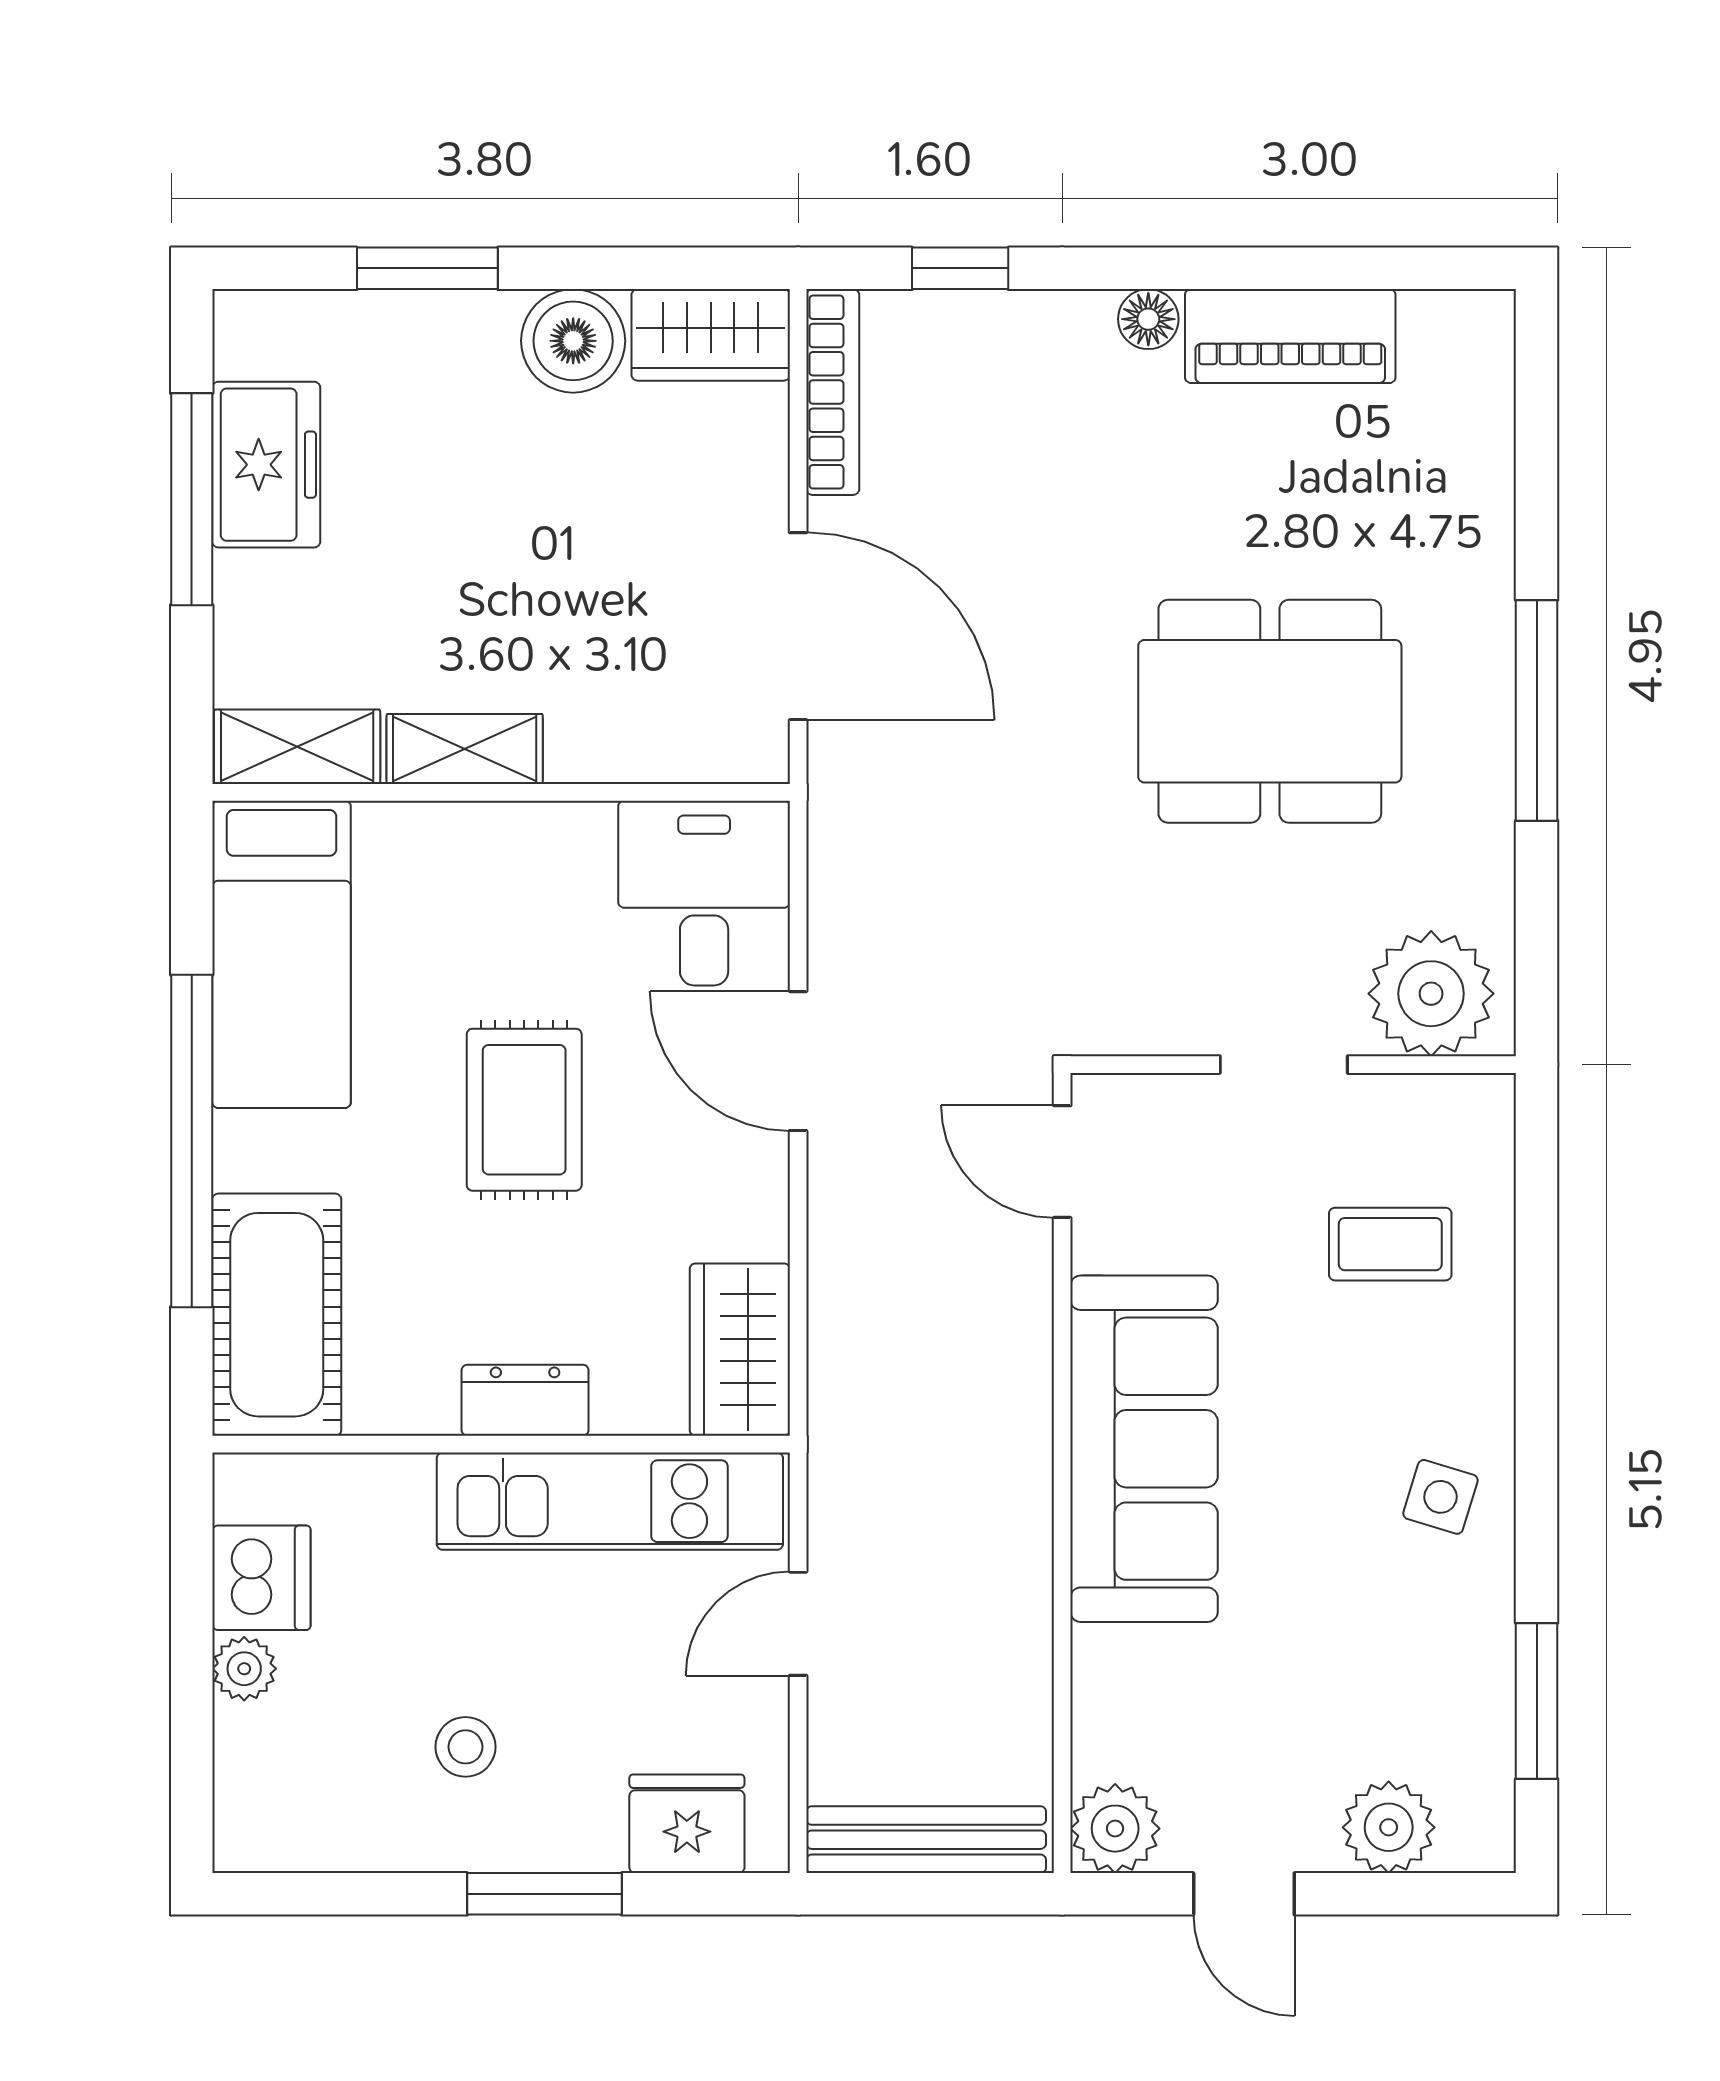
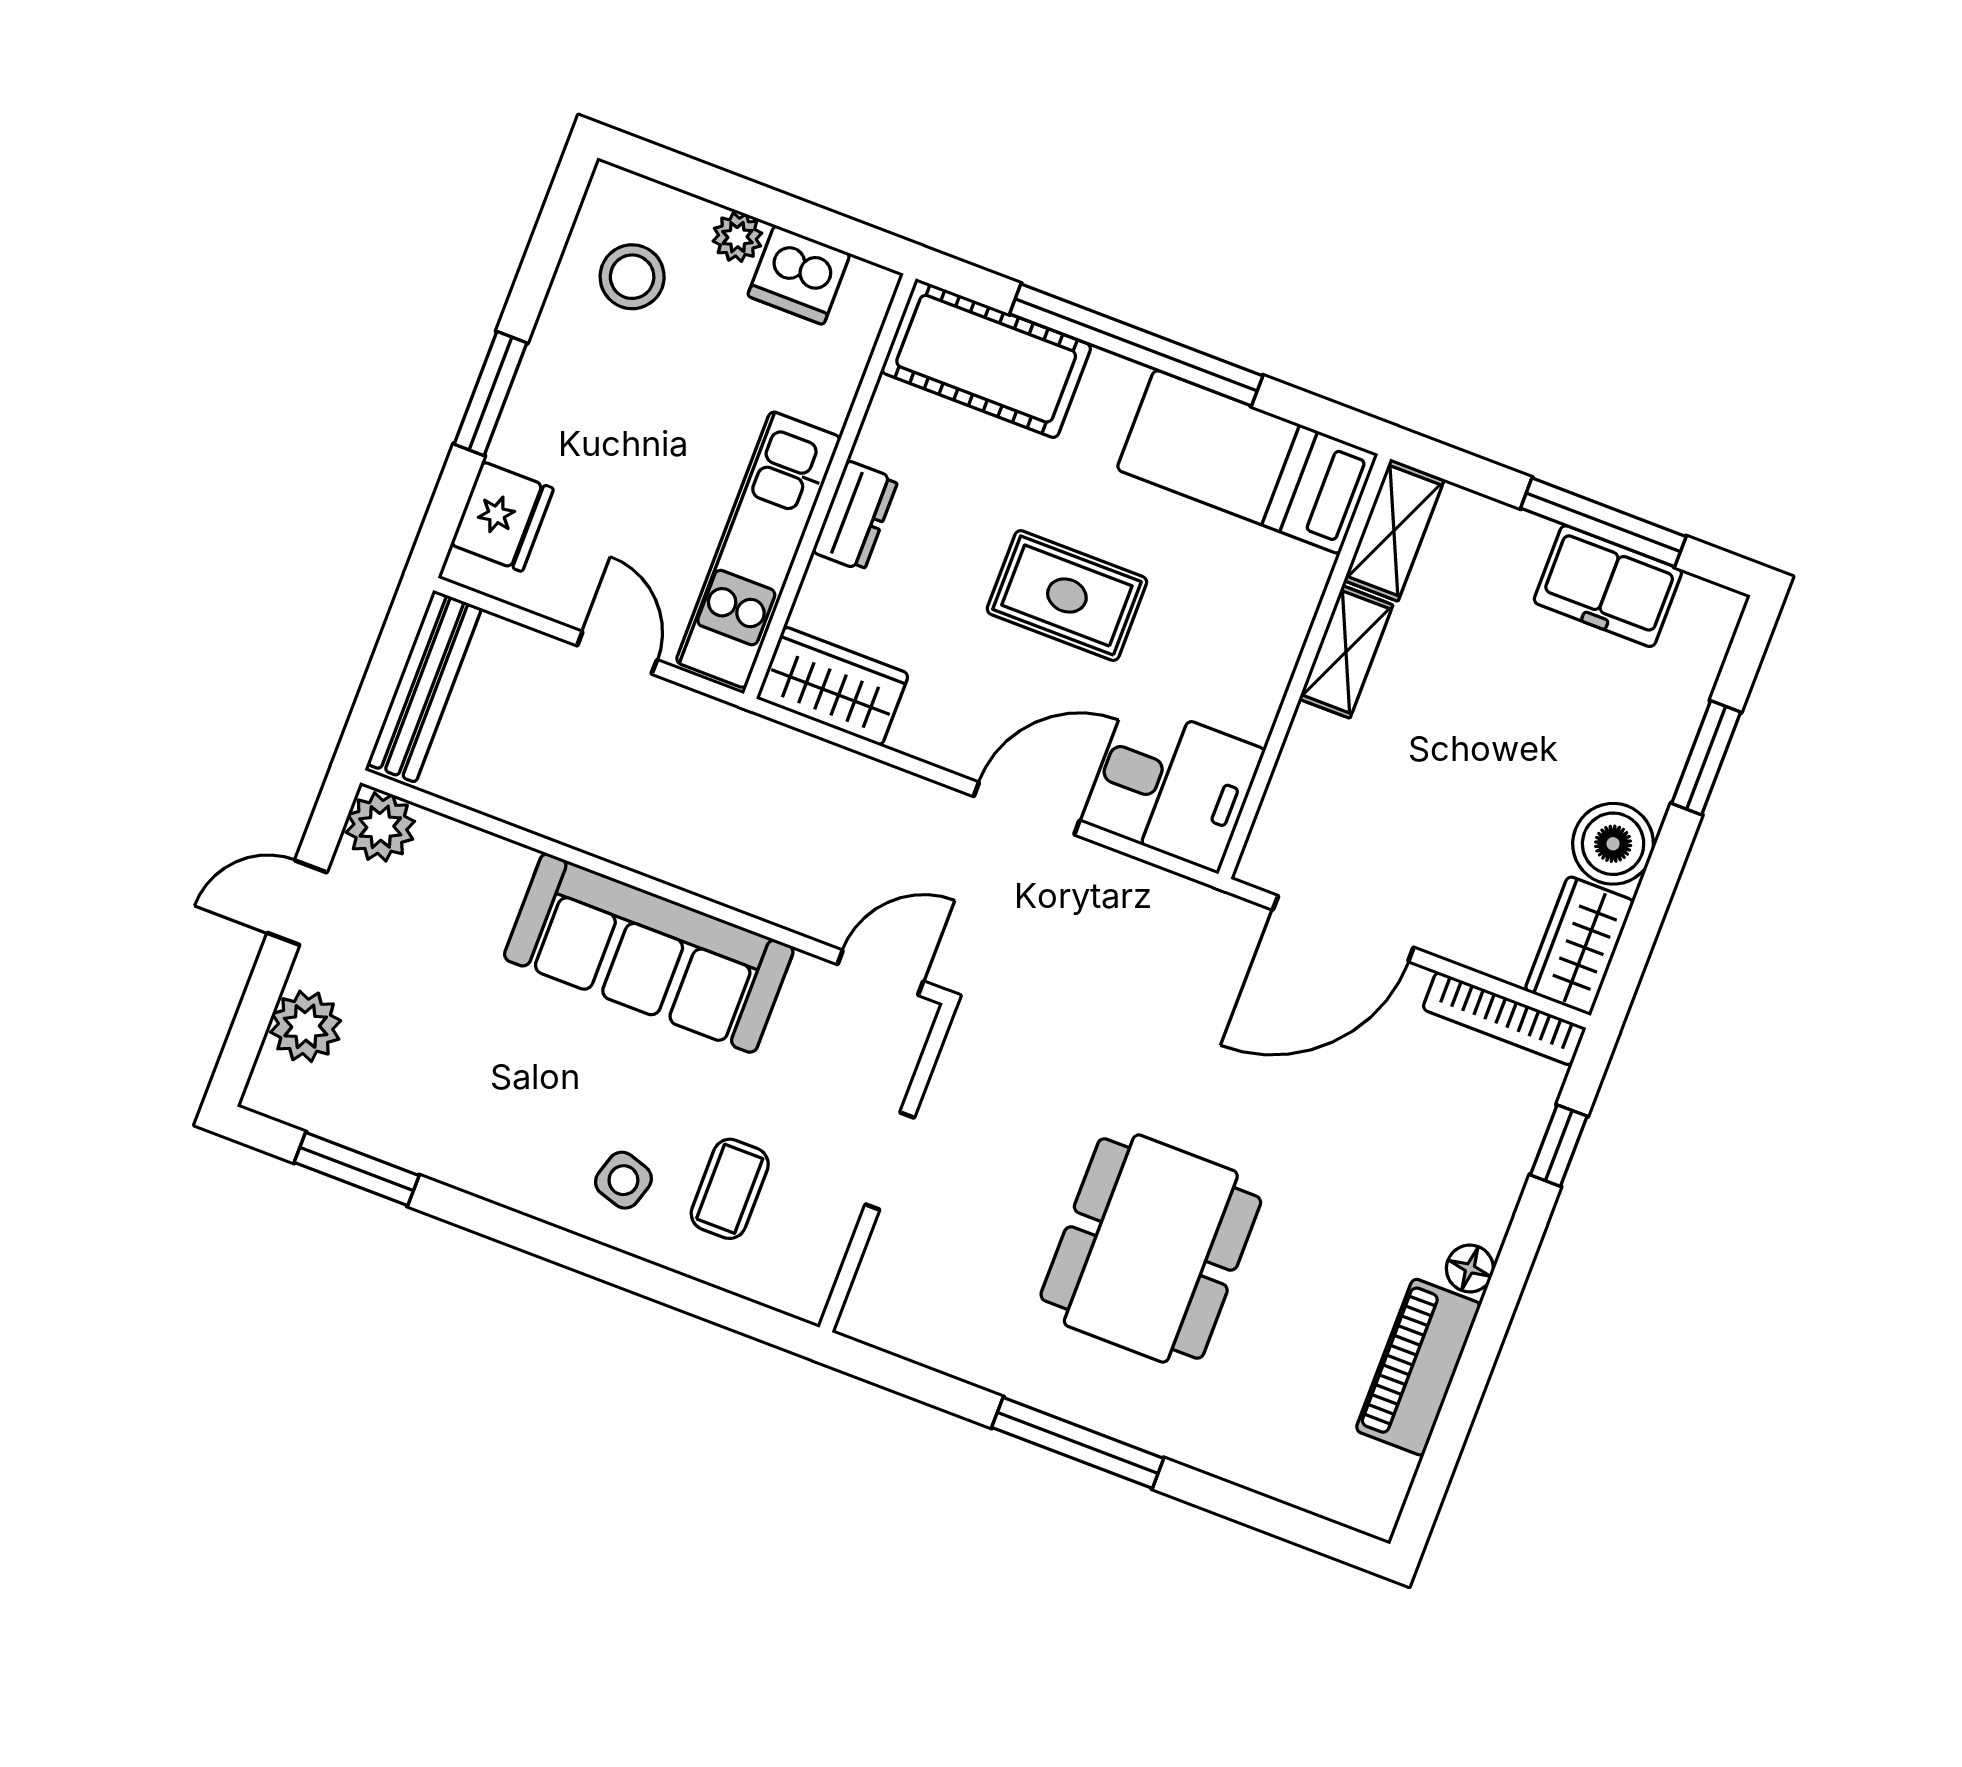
plant: (1431, 994) -> (901, 1288), removed
side table: (1440, 1497) -> (623, 1180), moved
stool: (465, 1747) -> (632, 277), moved, width x1.37, depth x1.37

